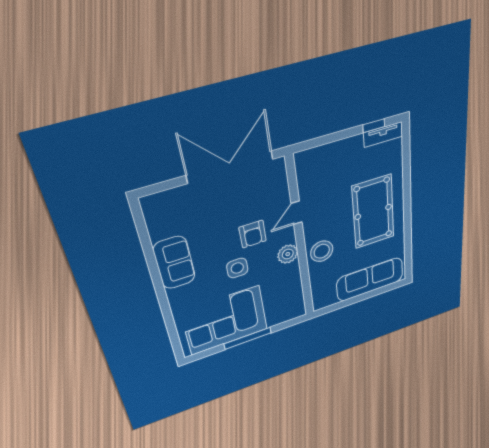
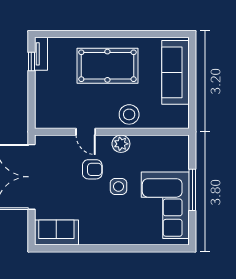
sofa: (174, 263) -> (56, 233), moved

